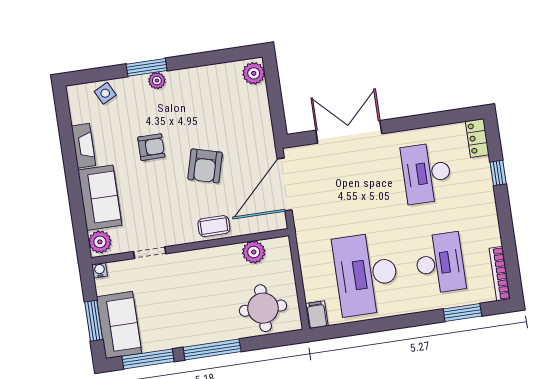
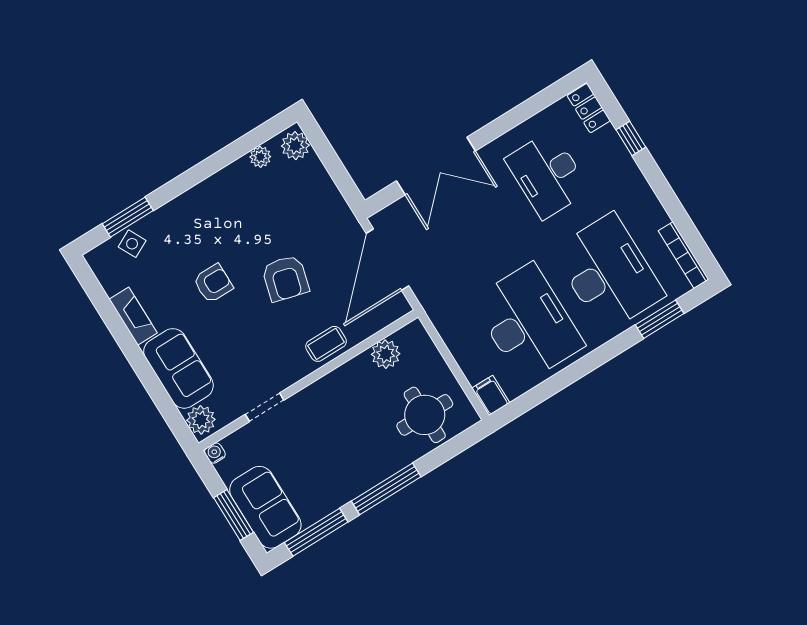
window: (147, 67) -> (128, 217), moved
plant: (157, 81) -> (260, 157), moved
double door: (349, 132) -> (436, 166), swing flipped
desk: (440, 263) -> (608, 273), width x1.36, depth x1.30
desk: (366, 274) -> (528, 323), turned 180

